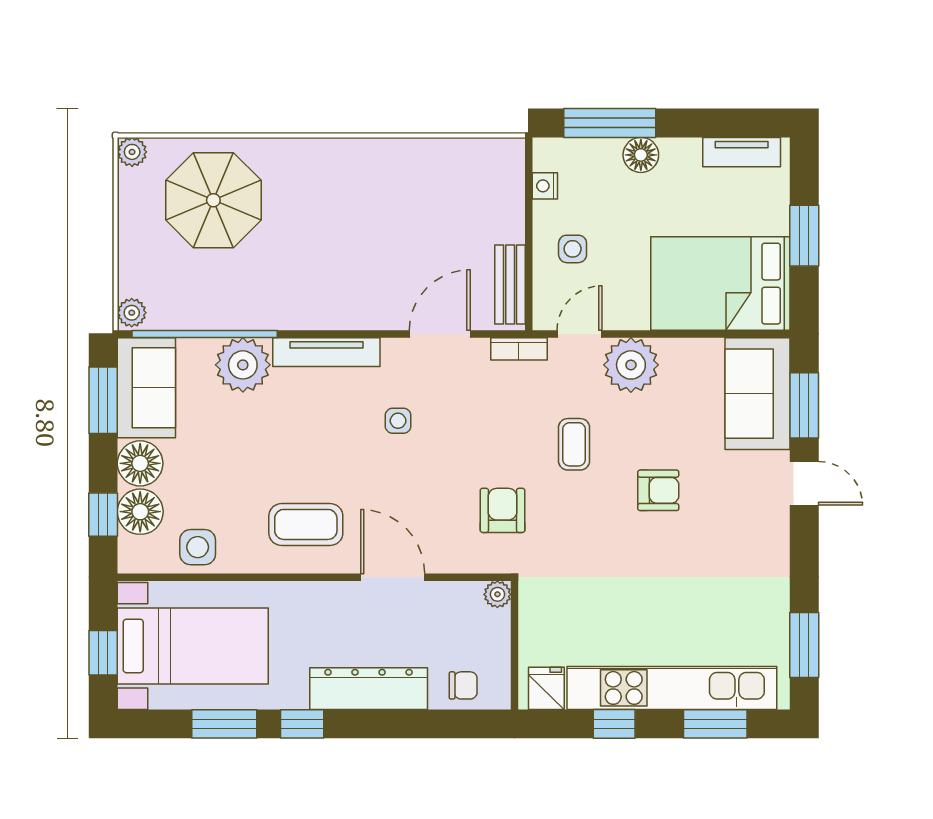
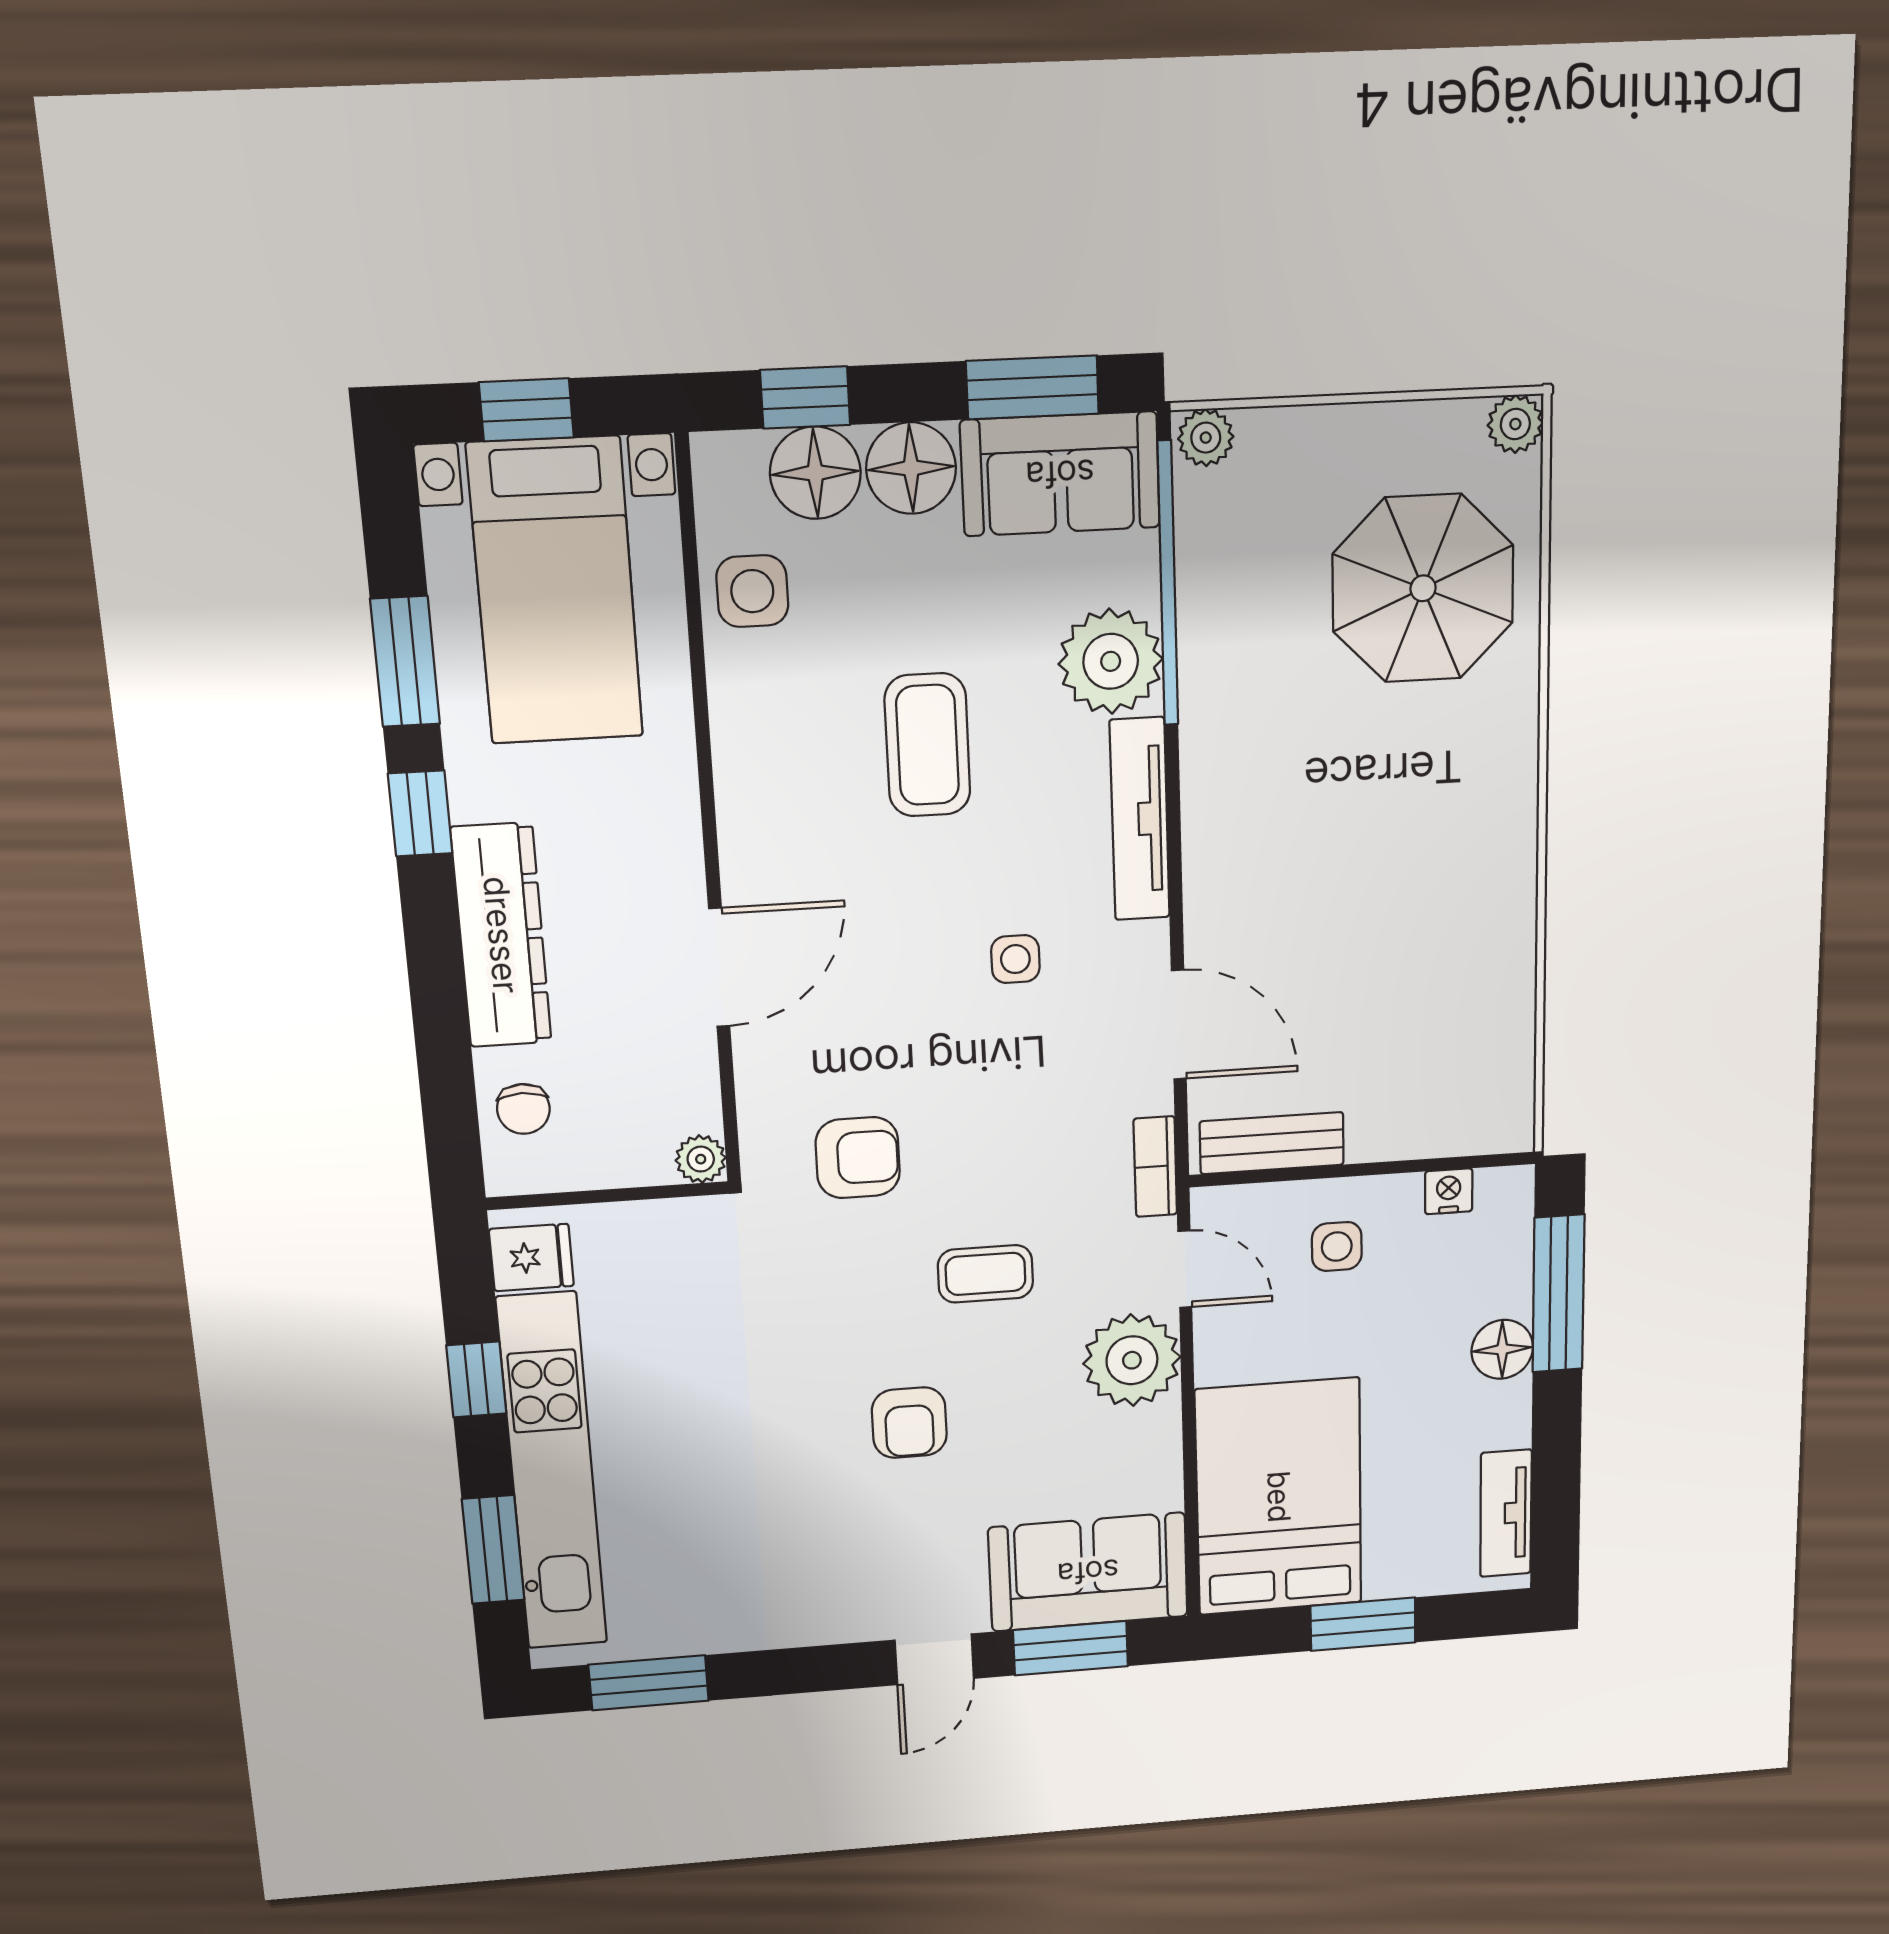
coffee table: (306, 524) -> (927, 745), moved

